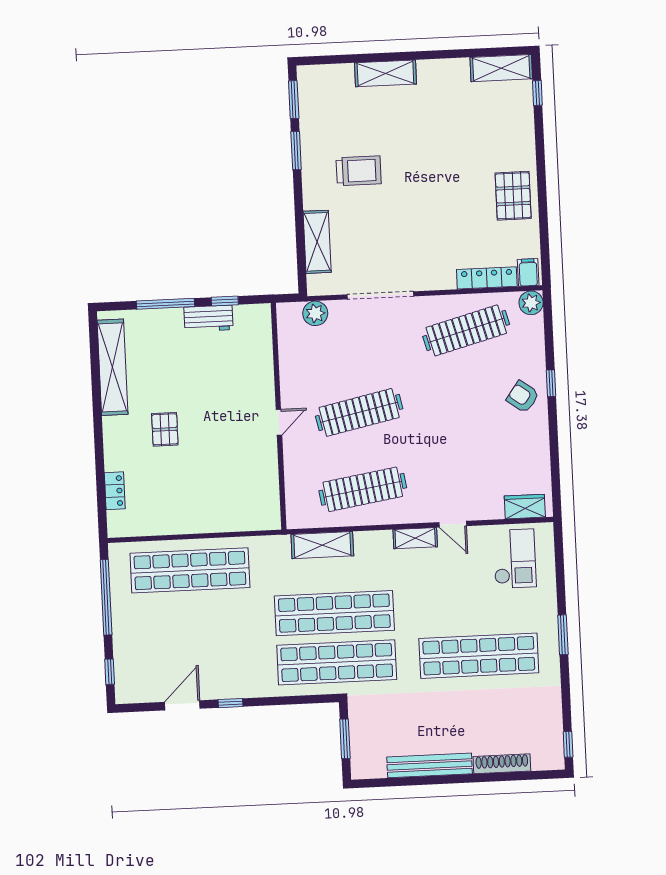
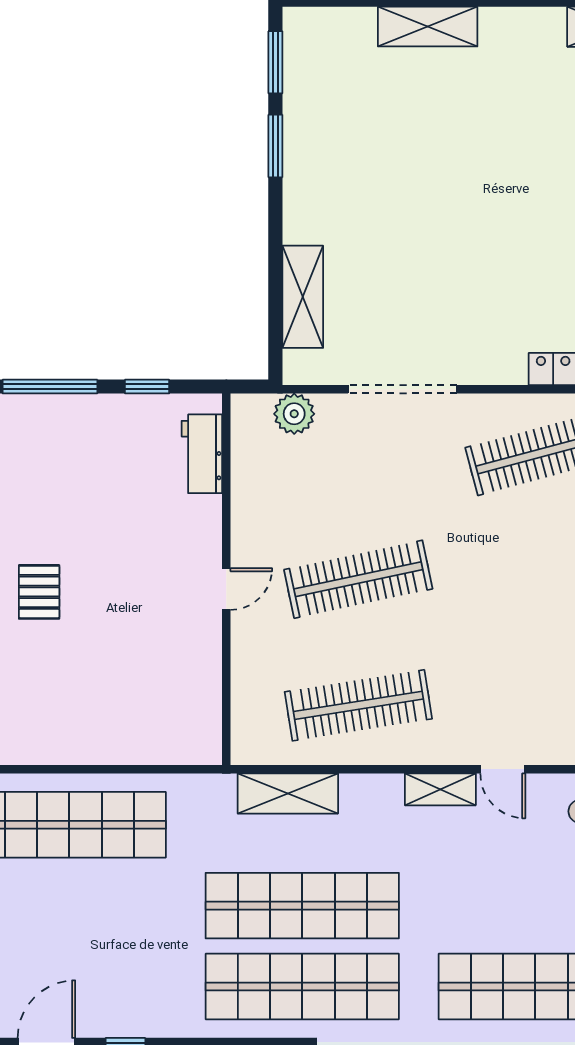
trolley: (359, 171) -> (376, 184), removed
workbench: (208, 318) -> (202, 454), moved, turned 90

